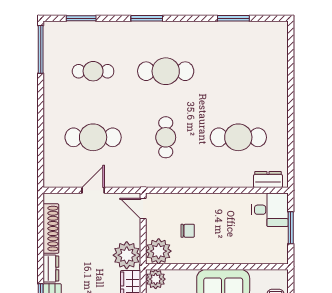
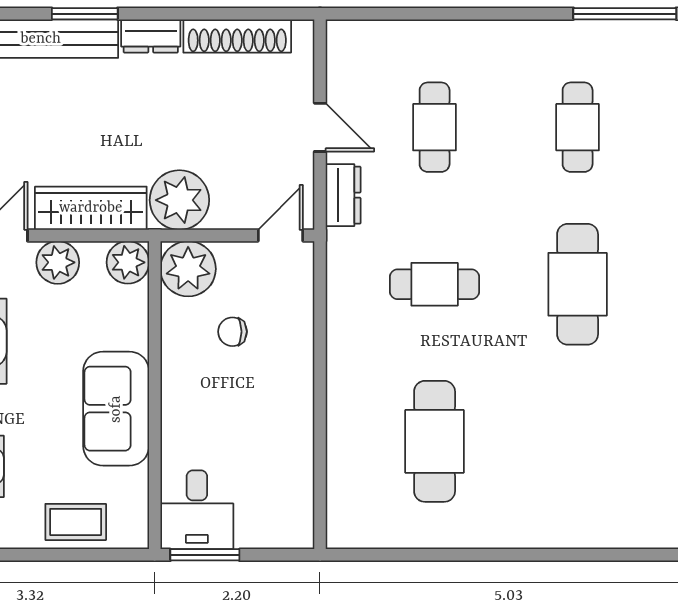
cafe table: (93, 137) -> (435, 127), width x0.73, depth x0.74
dresser: (268, 180) -> (343, 195), moved
desk: (270, 210) -> (197, 510), moved
window: (291, 228) -> (205, 555), moved
chair: (188, 231) -> (232, 332), turned 90

